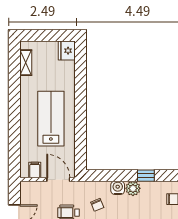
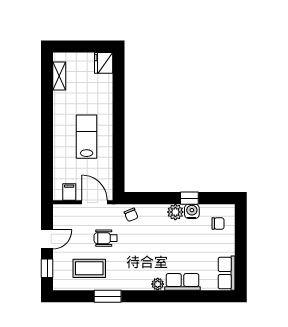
lab bench: (51, 119) -> (87, 137), width x0.73, depth x0.72
water cooler: (118, 188) -> (192, 211), moved
chair: (97, 205) -> (131, 215), moved

